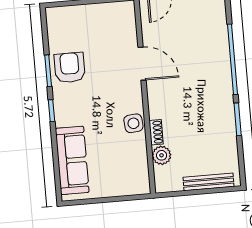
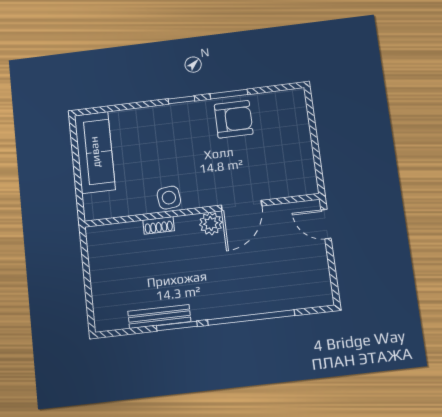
plant: (162, 155) -> (211, 223), moved
sofa: (72, 160) -> (95, 152), moved, turned -90
bench: (209, 182) -> (159, 316), moved, turned 90

